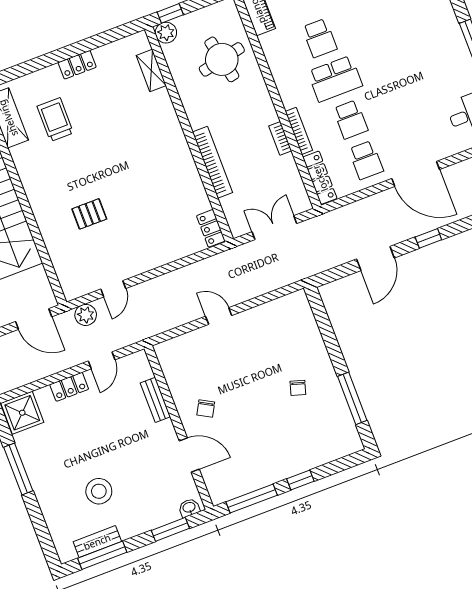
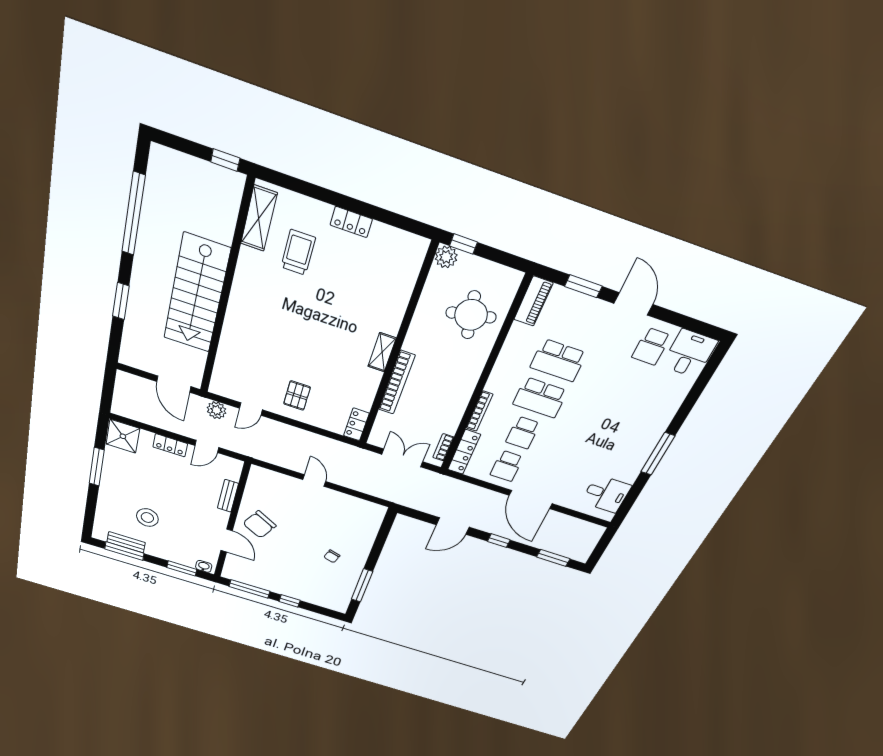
school desk: (320, 38) -> (558, 360), width x1.85
shelving: (151, 70) -> (382, 352), moved
bookcase: (280, 138) -> (443, 447), moved
pallet: (89, 214) -> (297, 396), moved, turned 90
chair: (206, 408) -> (259, 524), width x1.87, depth x1.87

